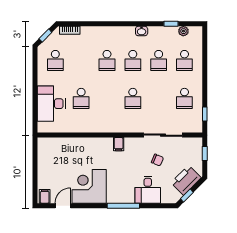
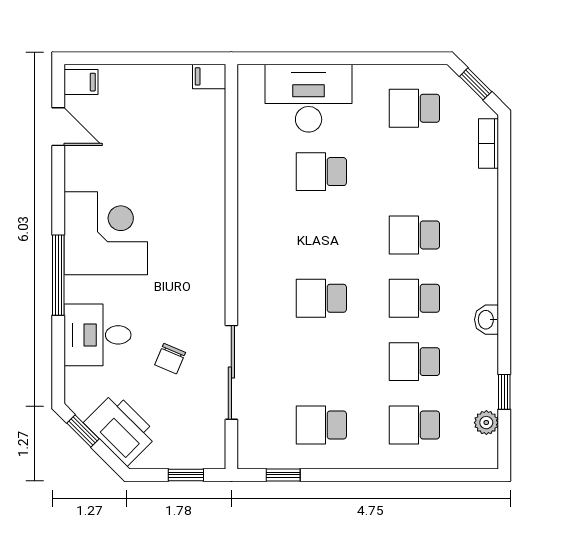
filing cabinet: (119, 144) -> (209, 76), moved
corner desk: (89, 186) -> (106, 233), moved

